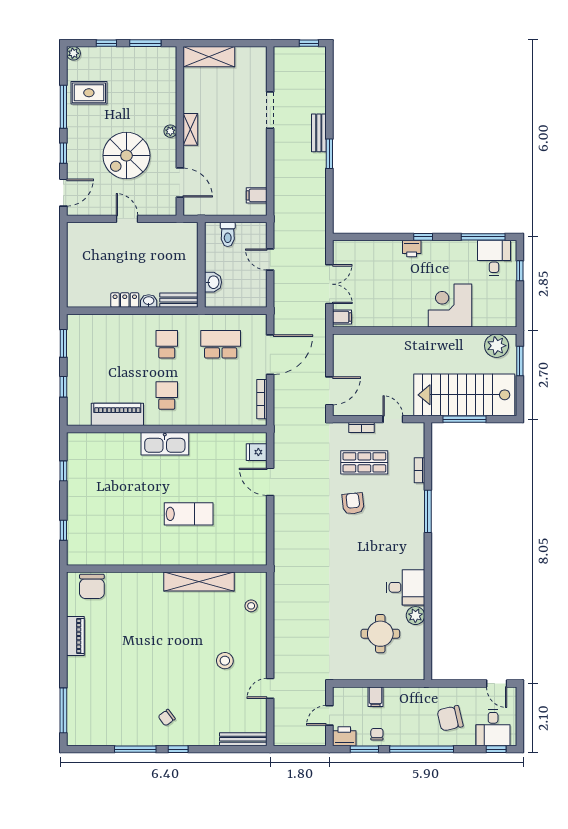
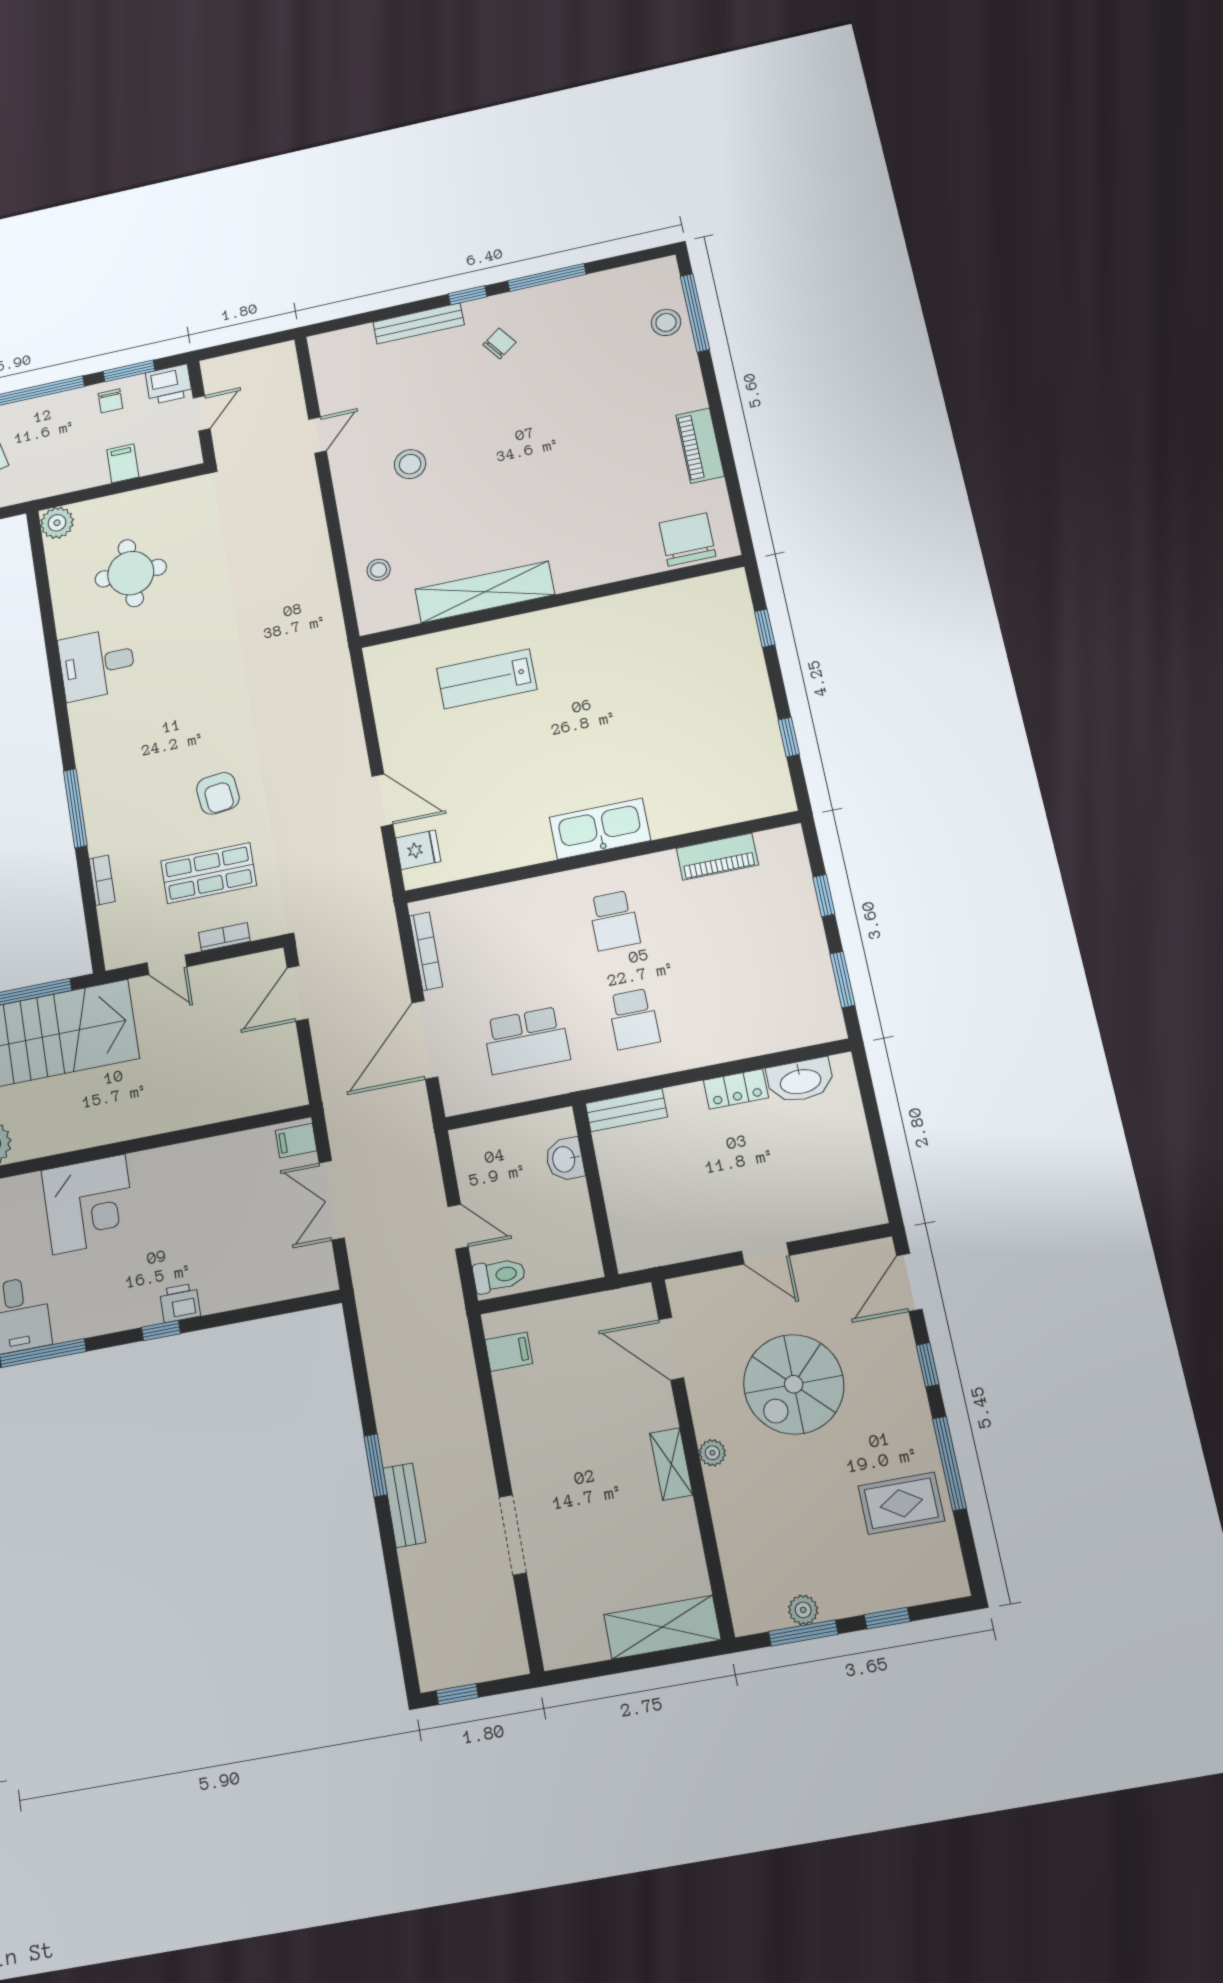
plant: (73, 53) -> (803, 1610), moved
spiral stairs: (126, 156) -> (794, 1384), turned 180
toilet: (228, 234) -> (499, 1275), moved, turned 90
washbasin: (149, 301) -> (800, 1081), moved, width x1.91, depth x1.45
piano: (117, 414) -> (717, 857), width x0.73, depth x0.75
lab bench: (189, 514) -> (487, 679), moved
plant: (415, 616) -> (57, 523), moved
stool: (79, 709) -> (666, 322), added
bench: (243, 739) -> (419, 323), moved

